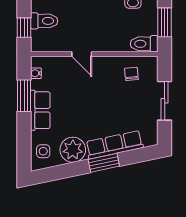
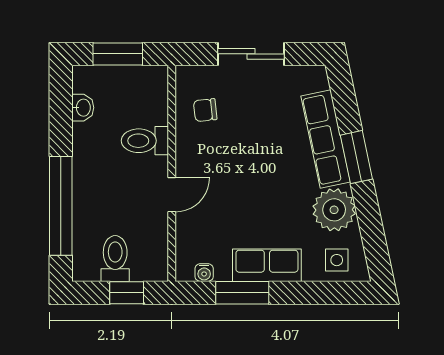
toilet: (144, 44) -> (145, 141), moved, turned 90

